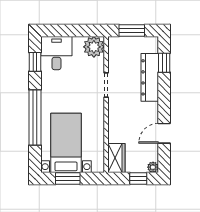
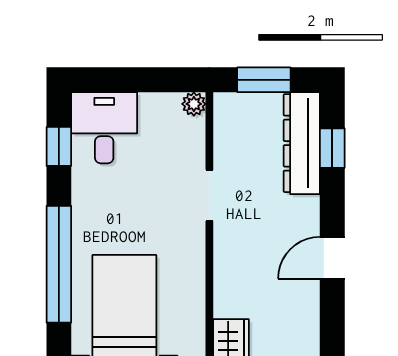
plant: (94, 47) -> (194, 104), width x0.53, depth x0.53
dresser: (150, 77) -> (302, 143), moved
door: (164, 133) -> (332, 258), moved

